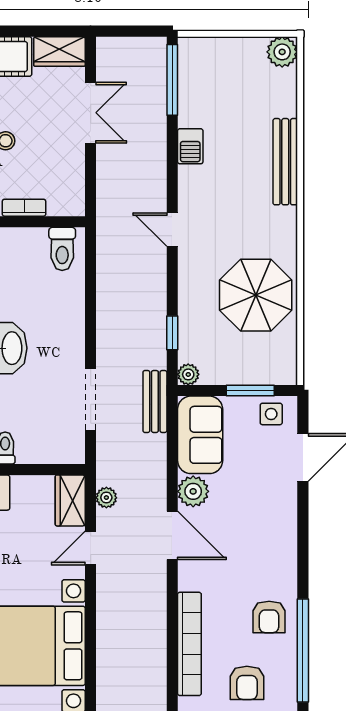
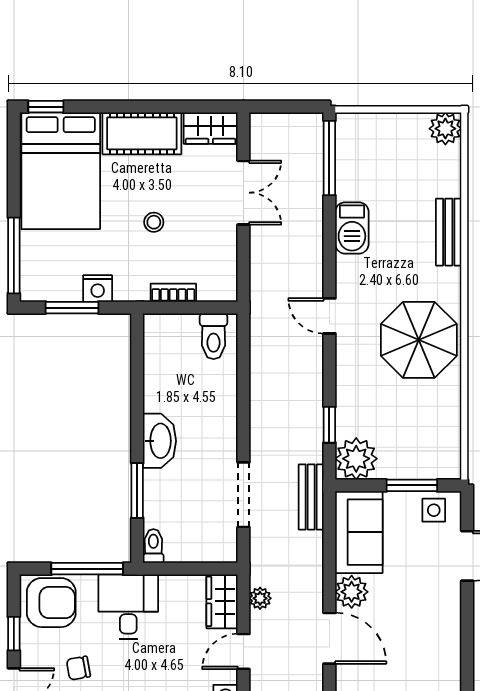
barbecue: (190, 146) -> (352, 228), width x1.38, depth x1.27
bench: (285, 162) -> (449, 232), width x0.73
parasol: (256, 295) -> (419, 340), moved
plant: (188, 374) -> (356, 459), width x1.88, depth x1.88

